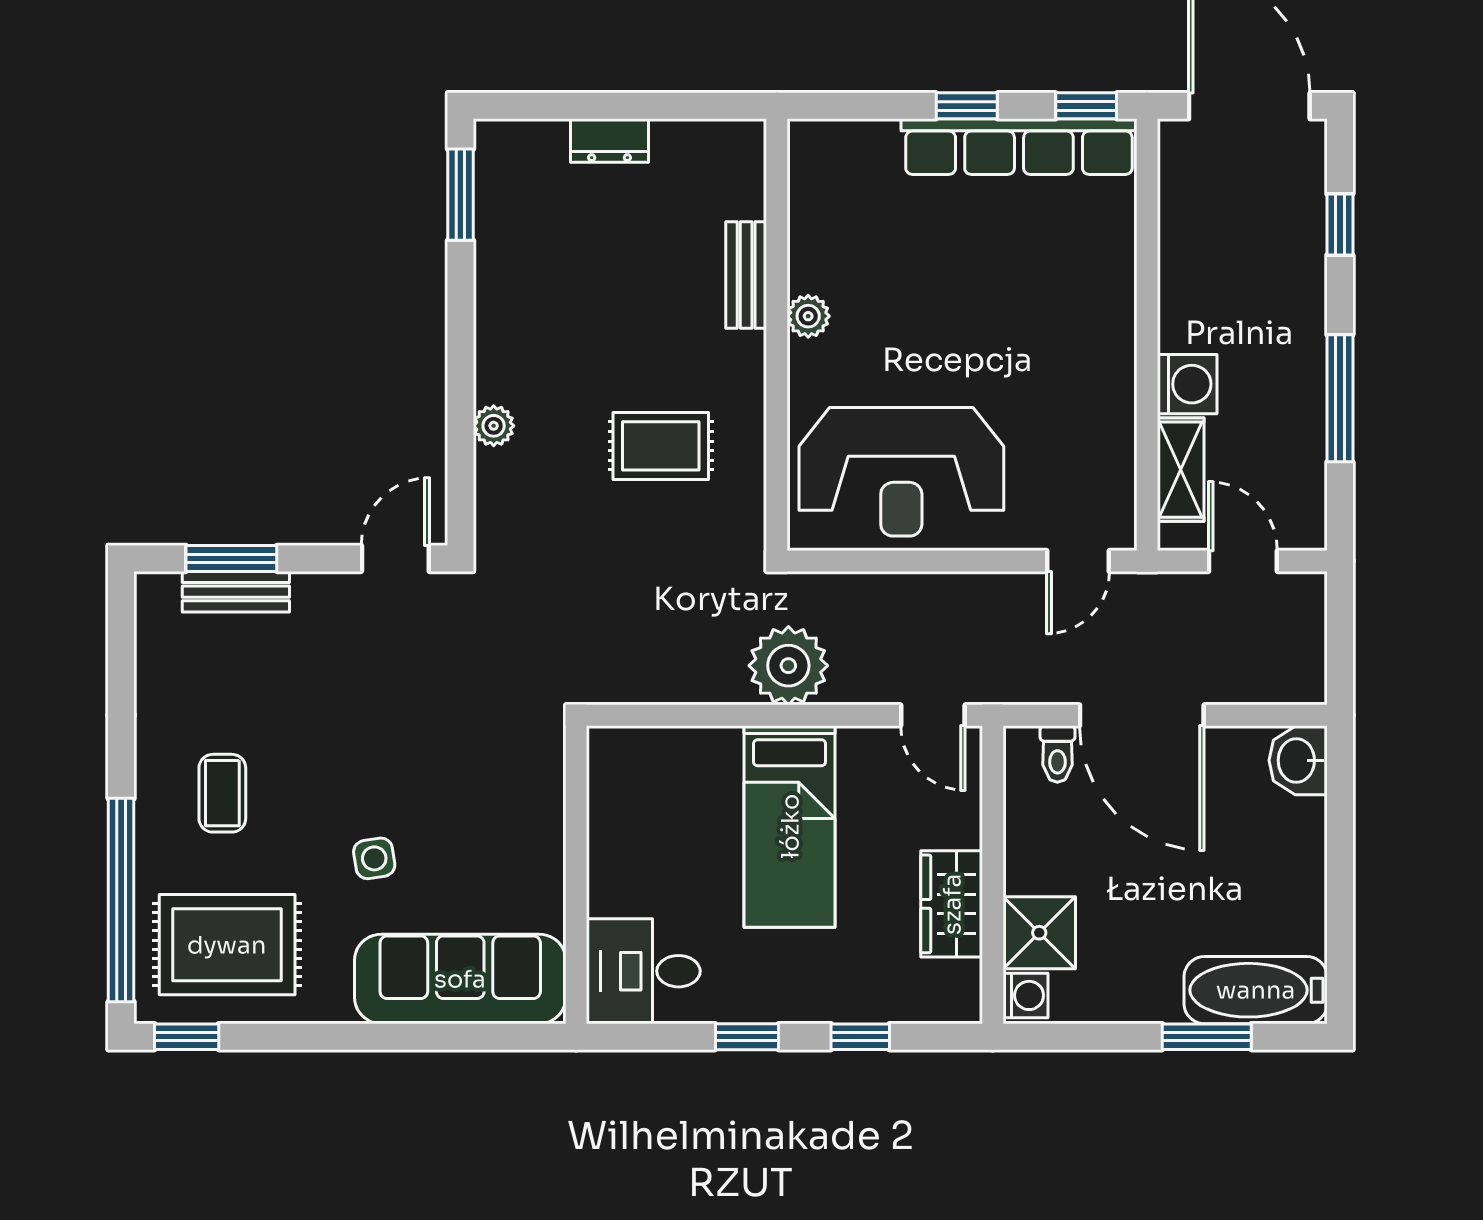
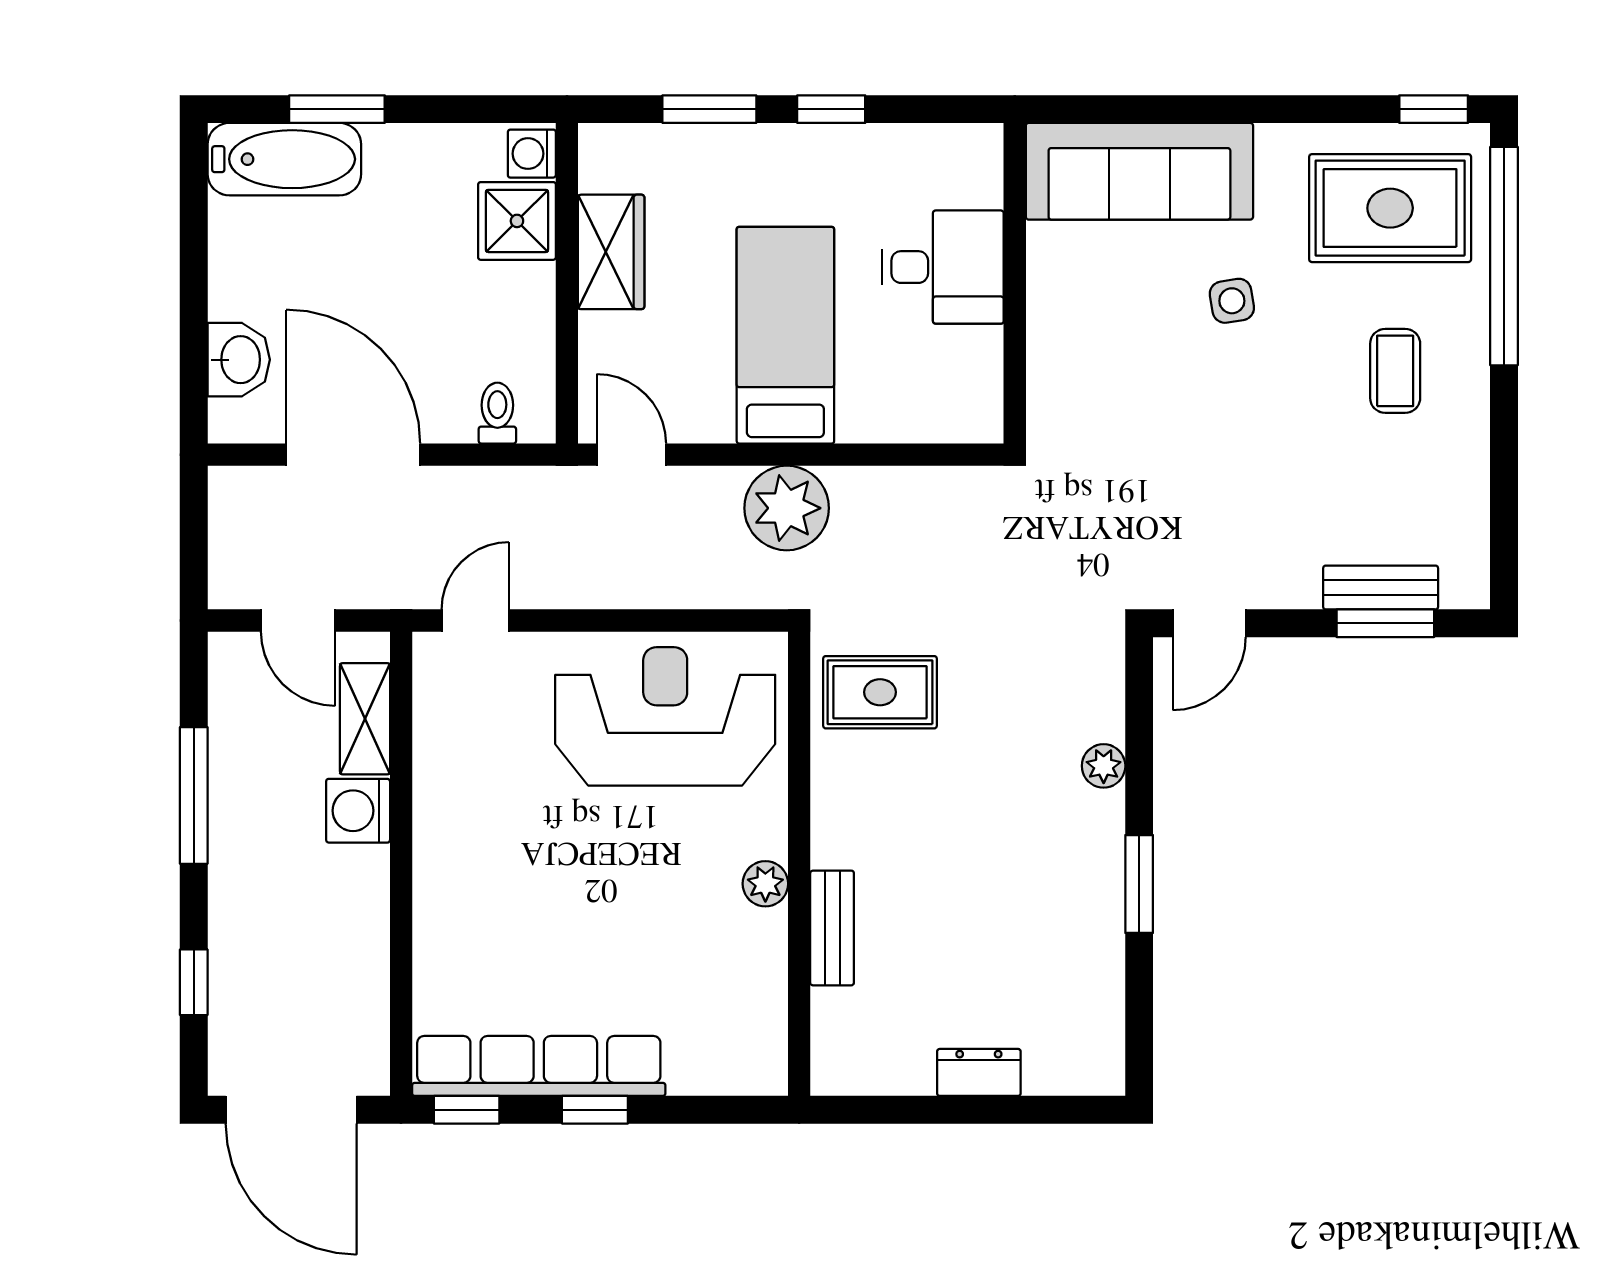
window: (460, 195) -> (1139, 884), moved
rug: (661, 446) -> (880, 692), moved
door: (1142, 715) -> (353, 455), moved
washbasin: (1298, 760) -> (239, 360), moved
desk: (643, 971) -> (943, 267), moved
window: (860, 1037) -> (709, 109), width x1.50

